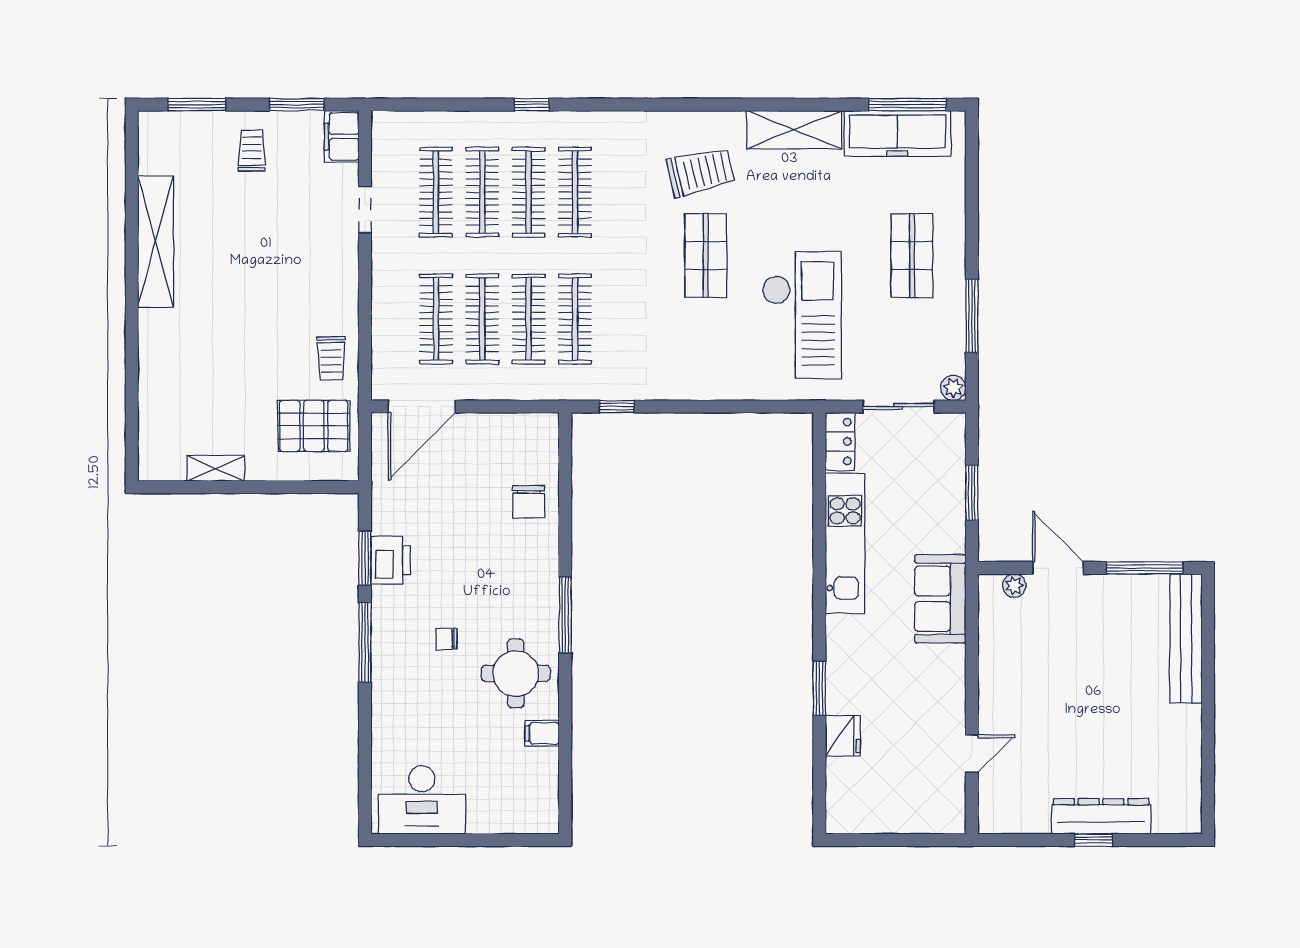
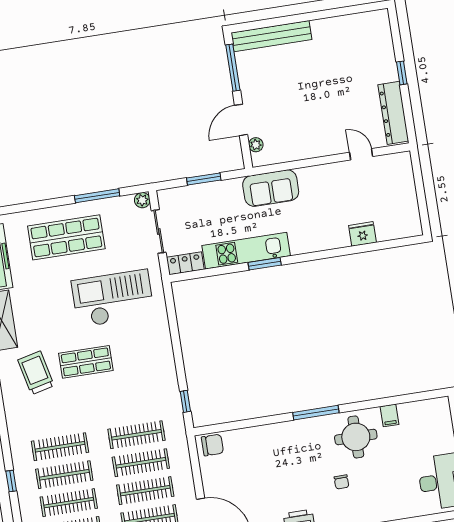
shop shelf: (912, 256) -> (66, 237), width x1.43, depth x1.36
chair: (529, 502) -> (212, 445), moved
window: (819, 688) -> (265, 264), moved
dresser: (1101, 816) -> (393, 113), moved

